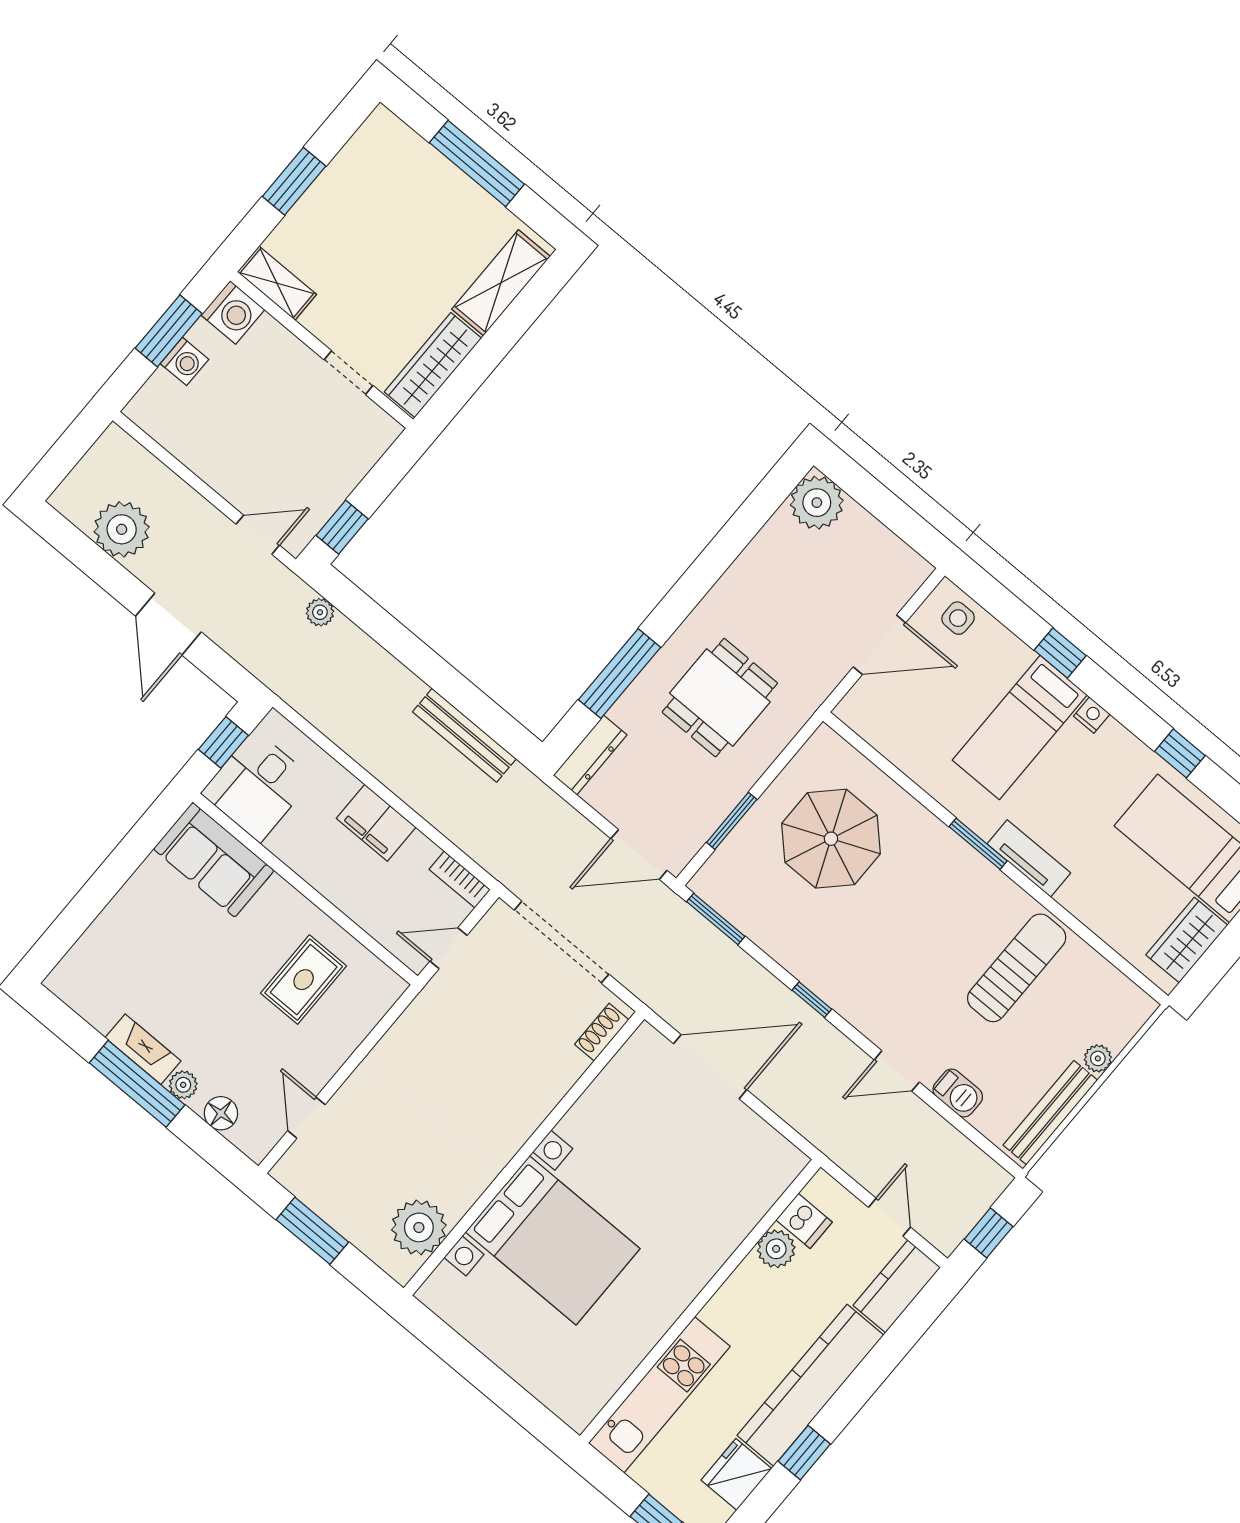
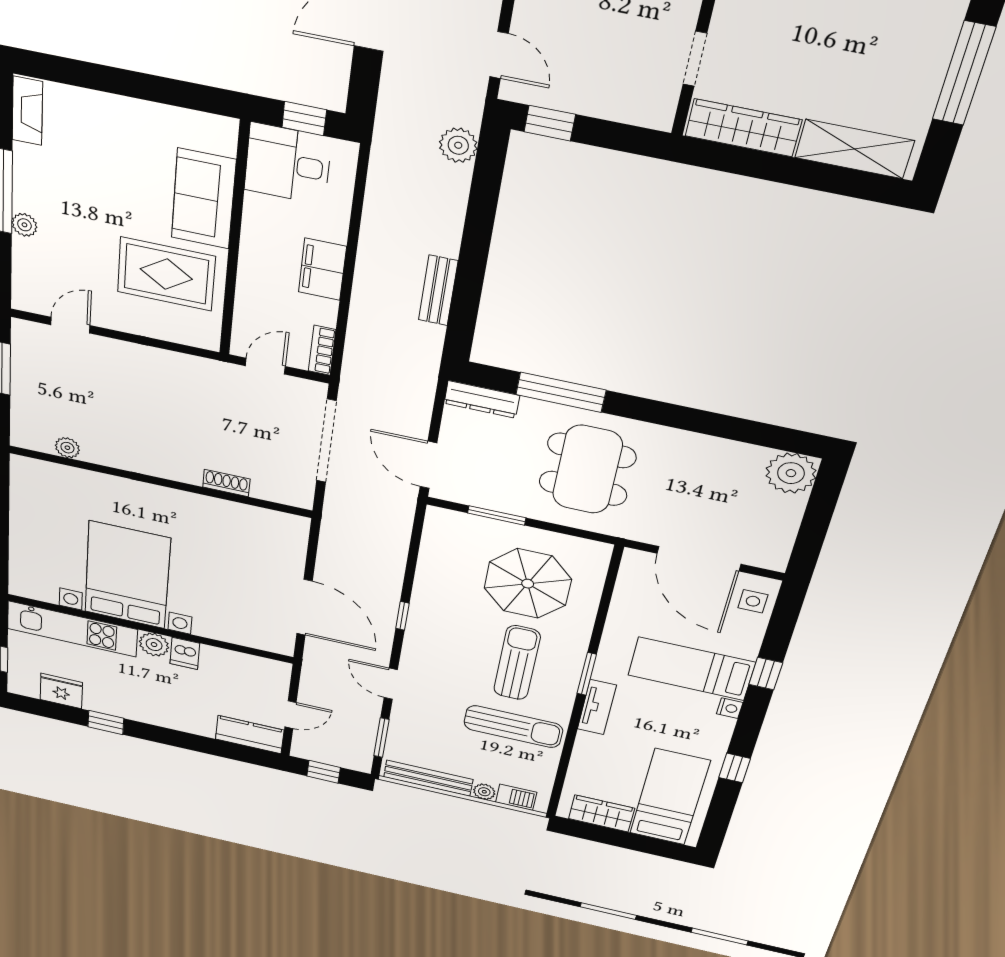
plant: (320, 612) -> (458, 145), width x1.38, depth x1.38
door: (879, 645) -> (699, 559), width x1.36
dining table: (720, 698) -> (587, 470), width x1.38
bench: (464, 735) -> (438, 290), width x0.73
sofa: (214, 860) -> (203, 199), moved
sun lounger: (930, 911) -> (517, 663), added
window: (716, 919) -> (381, 738), moved
door: (448, 948) -> (265, 366), hinge flipped
rug: (304, 980) -> (166, 274), width x1.36, depth x1.43
shoe rack: (602, 1032) -> (226, 483), moved
fireplace: (143, 1049) -> (27, 111), moved
door: (710, 1067) -> (305, 607), moved
barbecue: (958, 1093) -> (516, 797), moved, turned -90
floor lamp: (221, 1113) -> (26, 263), removed
dishwasher: (804, 1221) -> (185, 653), moved
plant: (419, 1227) -> (67, 448), width x0.53, depth x0.53
bed with nightstands: (553, 1240) -> (127, 575), moved, turned 180
plant: (776, 1249) -> (154, 645), moved
kitchen counter: (810, 1385) -> (149, 711), removed

